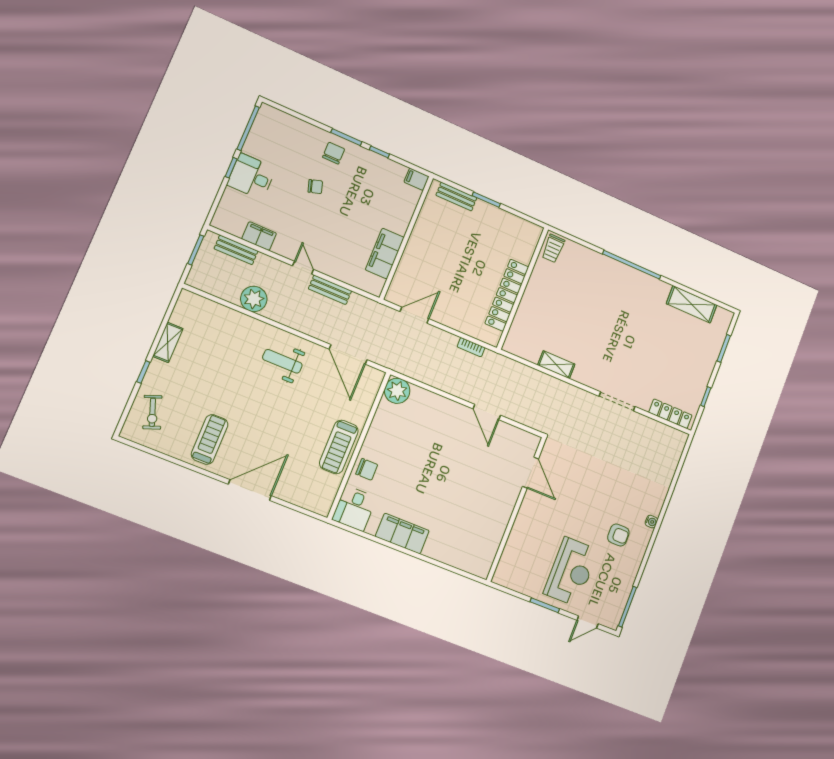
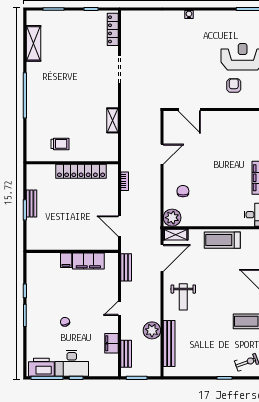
printer: (266, 127) -> (41, 367), added
chair: (334, 153) -> (39, 319), removed
desk: (251, 177) -> (72, 363), width x1.37
filing cabinet: (416, 179) -> (66, 260), moved
bench: (456, 197) -> (31, 203), moved
trolley: (553, 248) -> (60, 144), moved
bench: (330, 290) -> (126, 267), moved
bench: (225, 315) -> (169, 344), added
shelving: (168, 342) -> (176, 235), moved
treadmill: (339, 447) -> (222, 240), turned 180
chair: (367, 469) -> (183, 191), moved
door: (530, 473) -> (189, 110), swing flipped
armchair: (618, 535) -> (234, 85), moved

